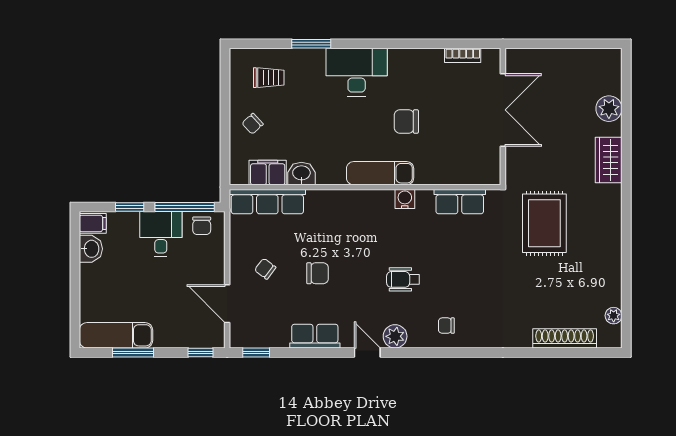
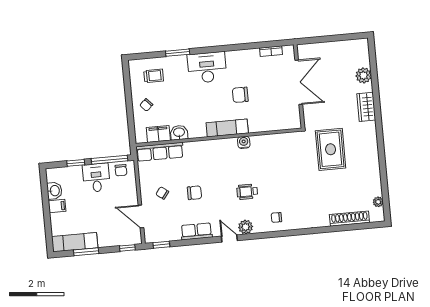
row of seats: (460, 202) -> (278, 141), removed
filing cabinet: (93, 223) -> (57, 206), moved

